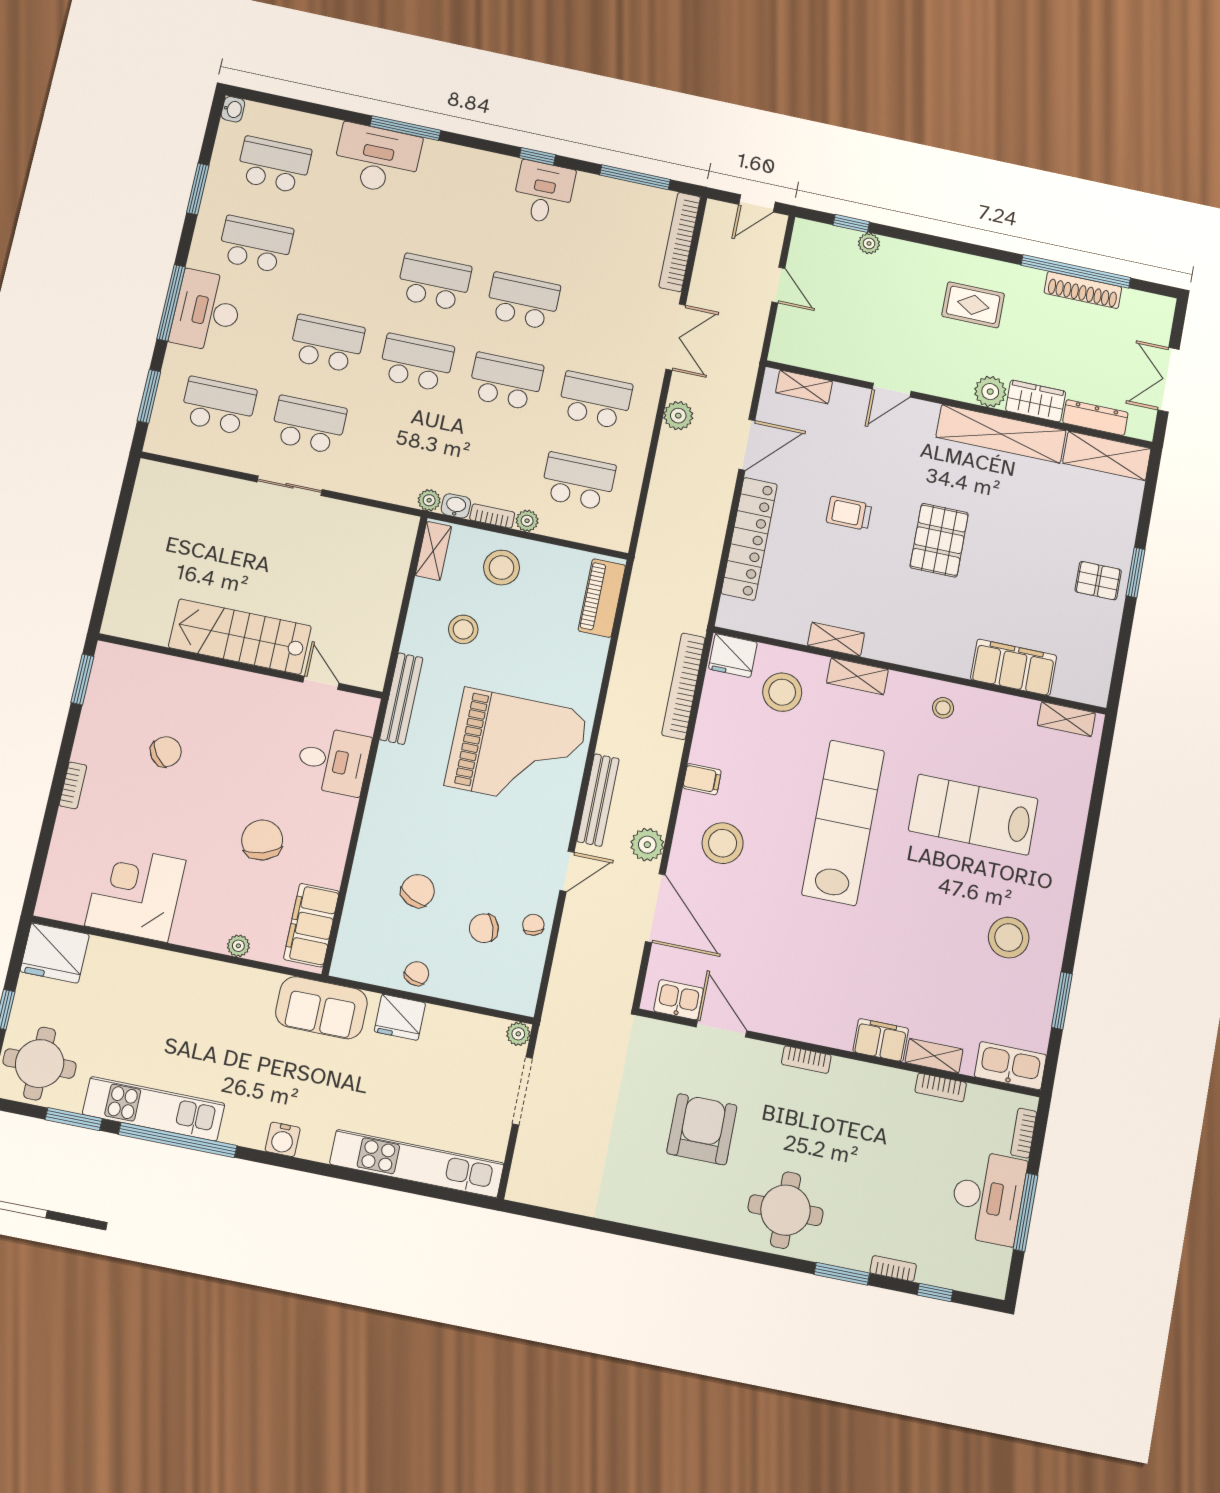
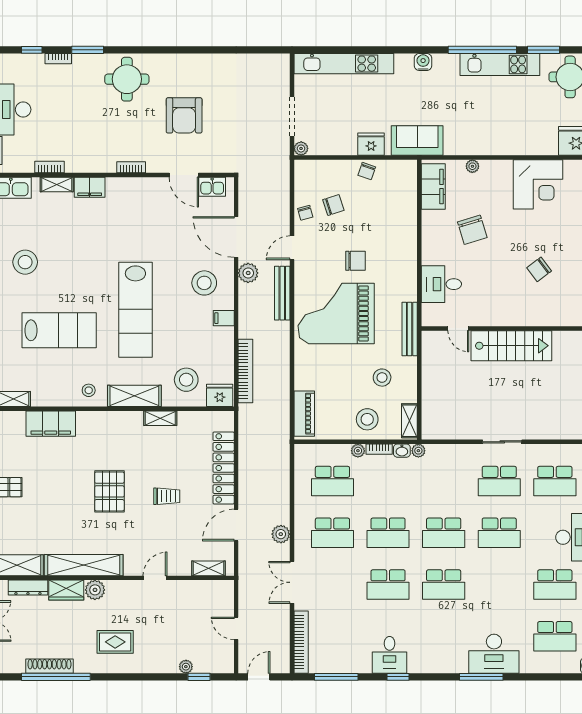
shelving: (857, 676) -> (134, 396), width x1.50, depth x1.33
chair: (418, 891) -> (355, 261), moved, turned -116

